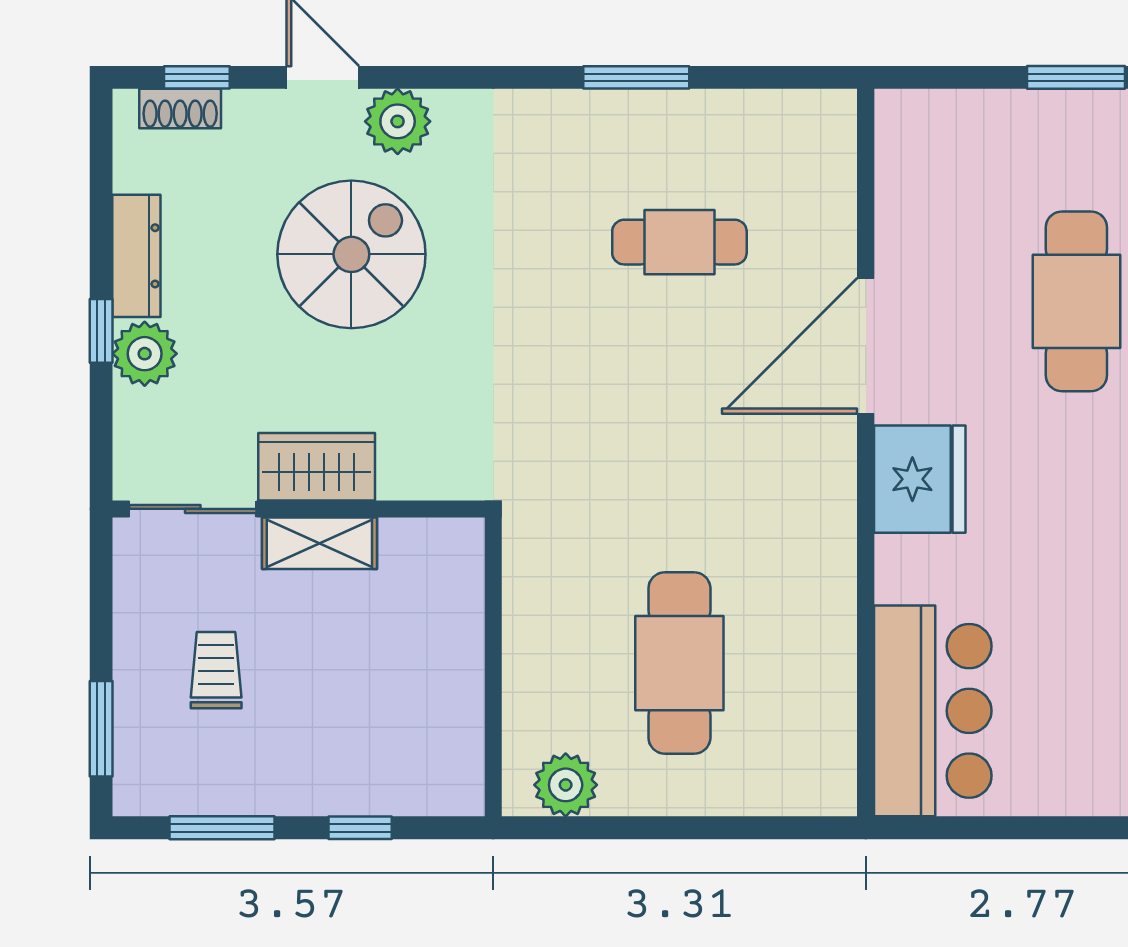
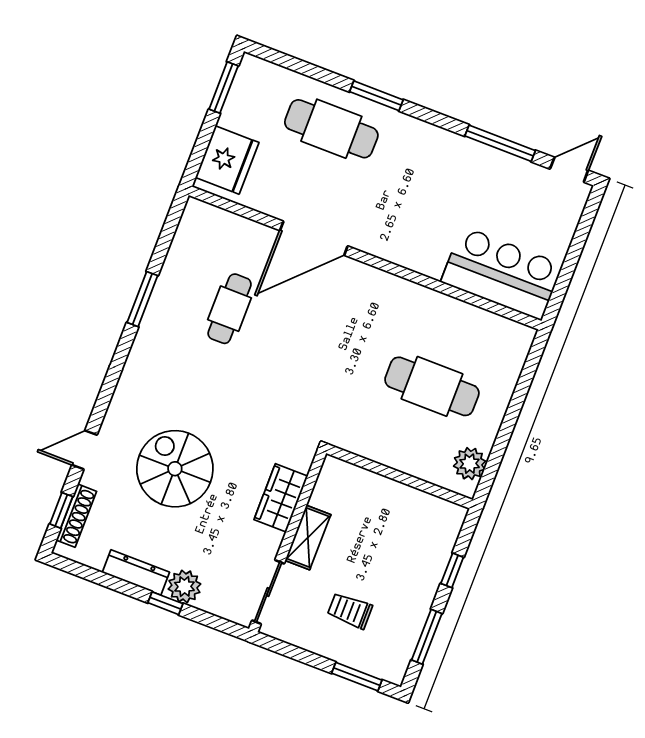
shoe rack: (180, 109) -> (76, 516), width x1.43
plant: (398, 121) -> (119, 422), removed
door: (866, 346) -> (314, 238), hinge flipped
wardrobe: (317, 467) -> (281, 498), moved
fridge: (920, 479) -> (227, 160), moved, turned 90

